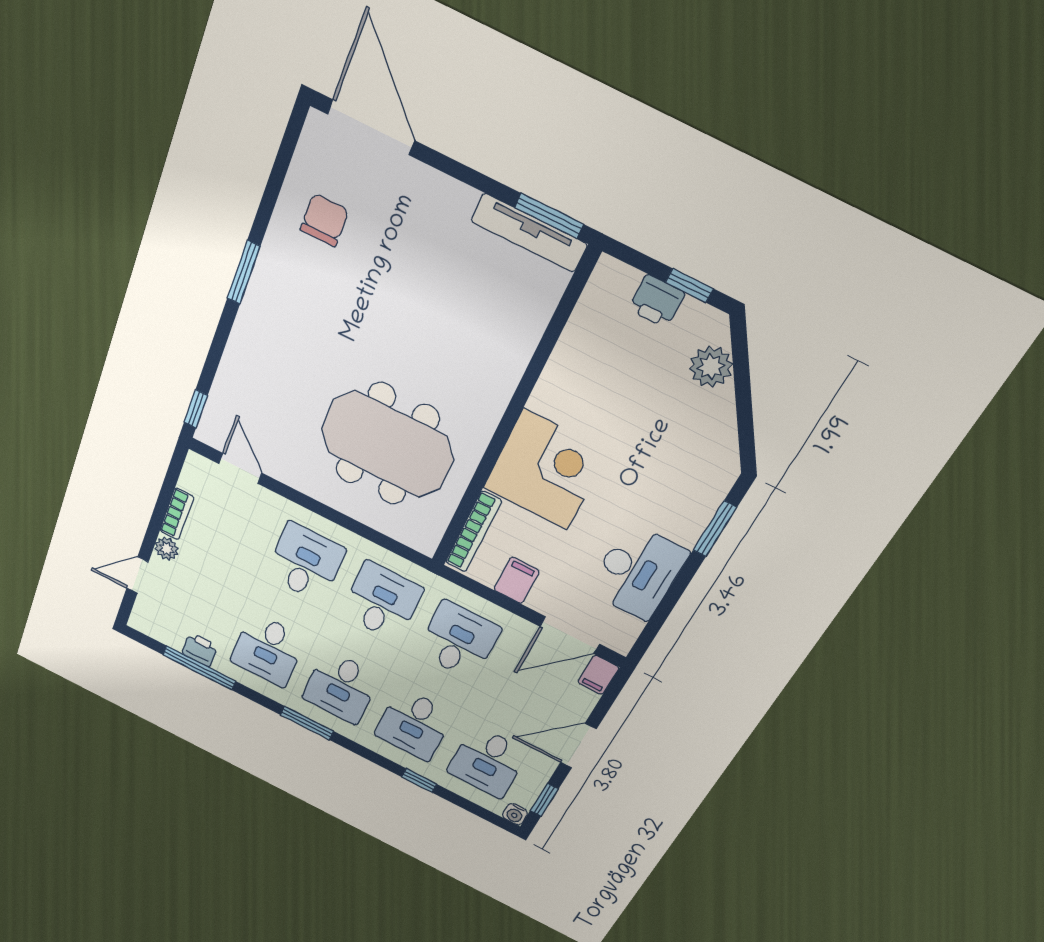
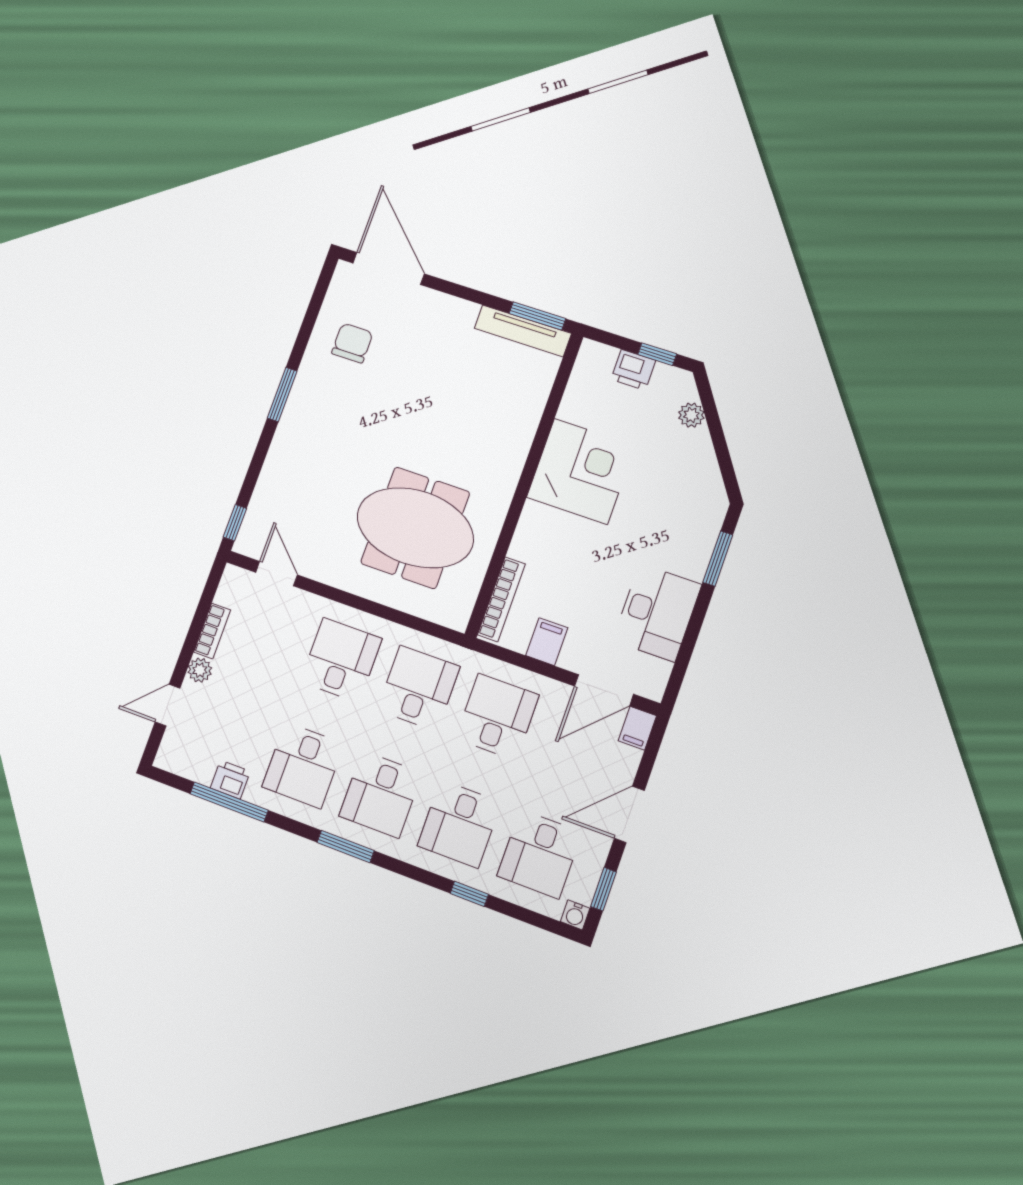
plant: (711, 367) -> (691, 415), width x0.73, depth x0.73
corner desk: (546, 470) -> (581, 471), moved

